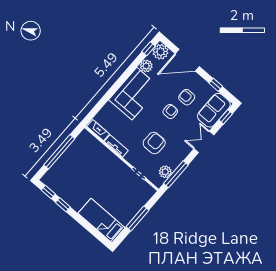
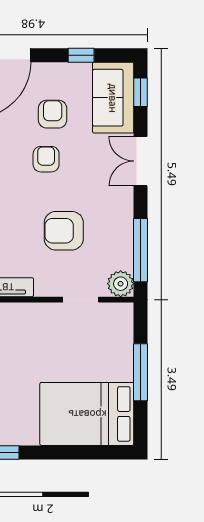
armchair: (187, 97) -> (53, 114), turned 90
armchair: (154, 143) -> (64, 231), turned -90
plant: (165, 172) -> (121, 284), moved
bed: (102, 221) -> (87, 414), width x1.50

